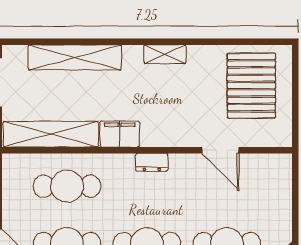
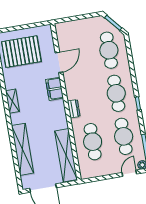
filing cabinet: (120, 134) -> (55, 89), moved
dresser: (152, 162) -> (74, 109), moved

